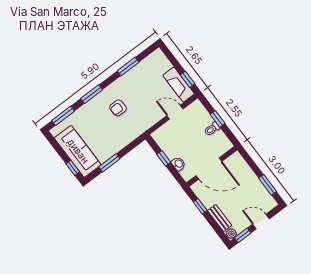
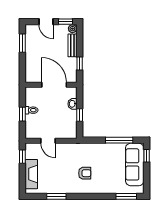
fireplace: (179, 85) -> (31, 174), moved
window: (92, 94) -> (96, 196), removed
window: (109, 163) -> (119, 140), width x1.44

